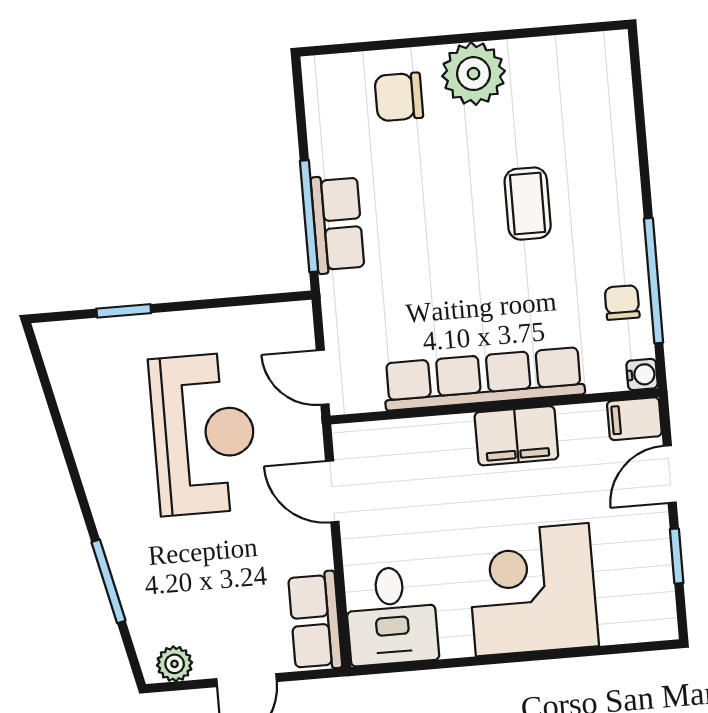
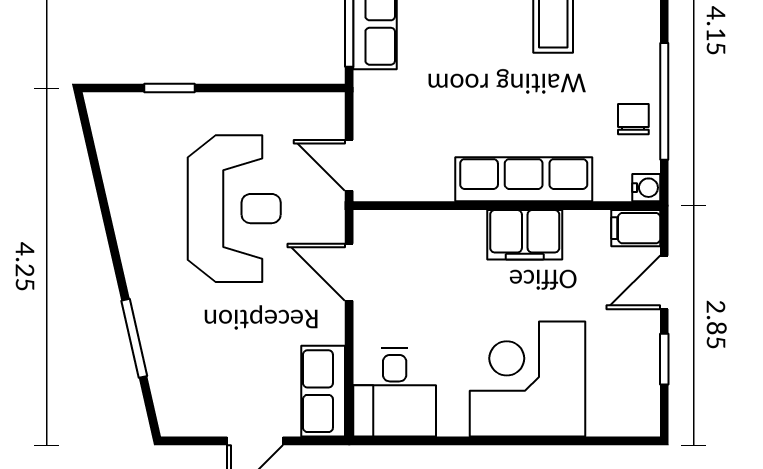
row of seats: (484, 379) -> (524, 179), width x0.73
plant: (175, 664) -> (189, 420), removed

